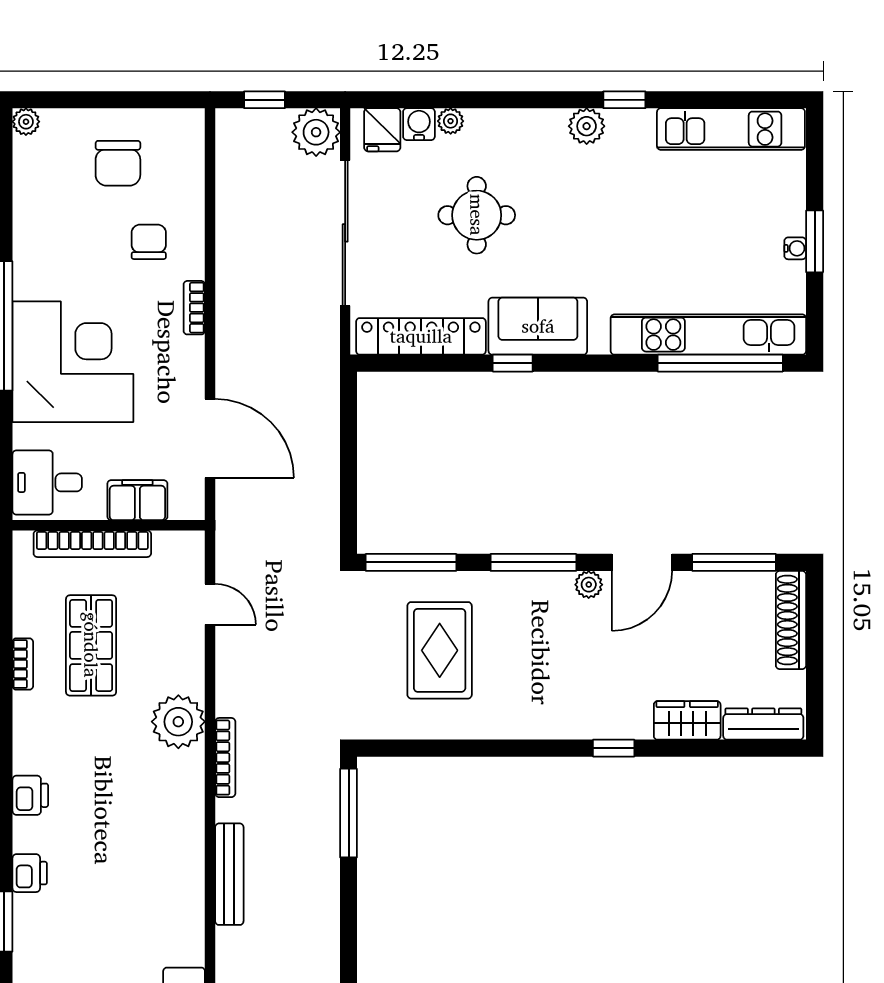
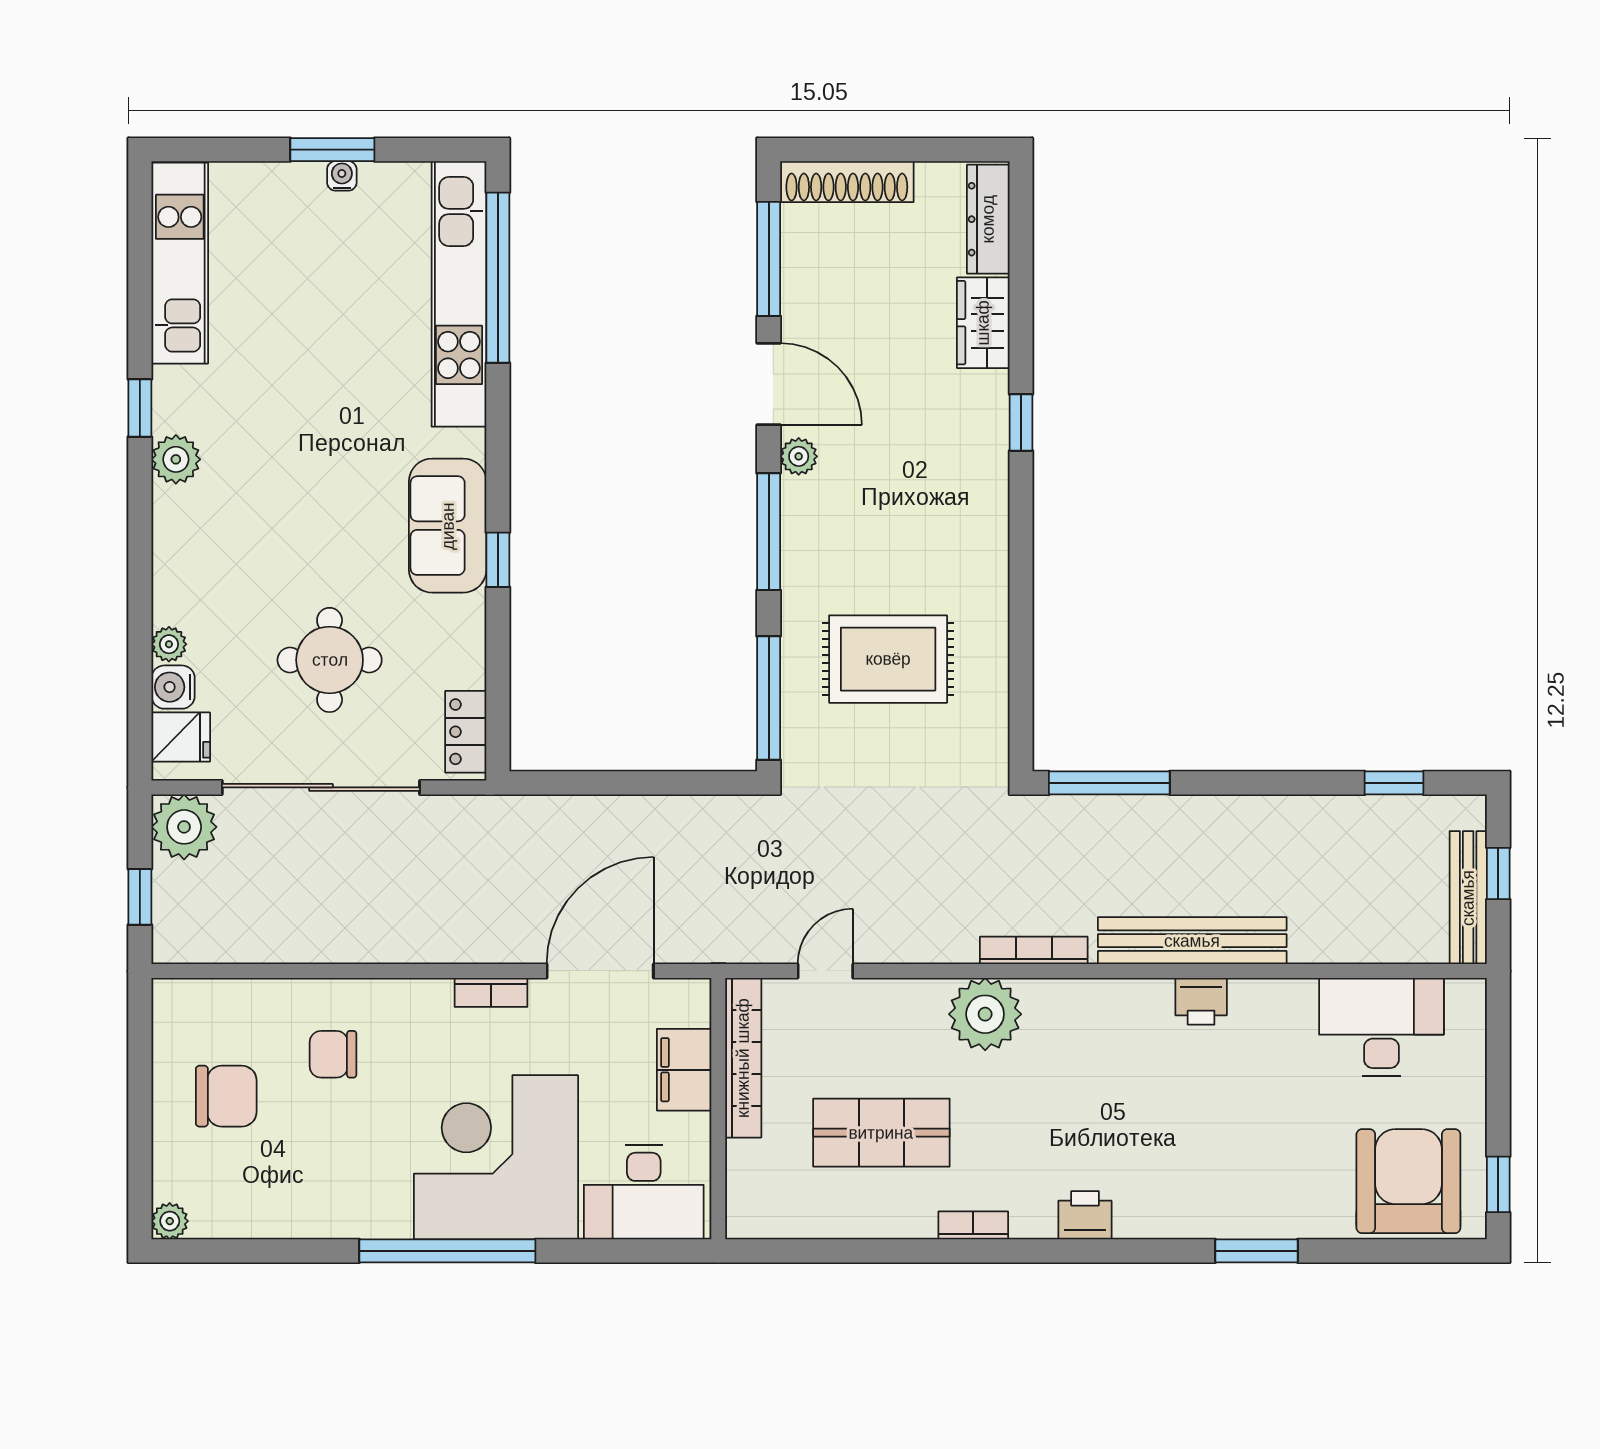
round table: (477, 215) -> (330, 660), moved
bookcase: (194, 308) -> (491, 992), moved
locker: (421, 336) -> (466, 732), width x0.46, depth x0.83
desk: (47, 482) -> (644, 1192), width x1.37
bookcase: (92, 544) -> (743, 1058), moved
bookcase: (23, 664) -> (973, 1225), moved
printer: (30, 873) -> (1201, 1001), moved, turned 180
bench: (229, 874) -> (1192, 941), width x1.37, depth x1.21

